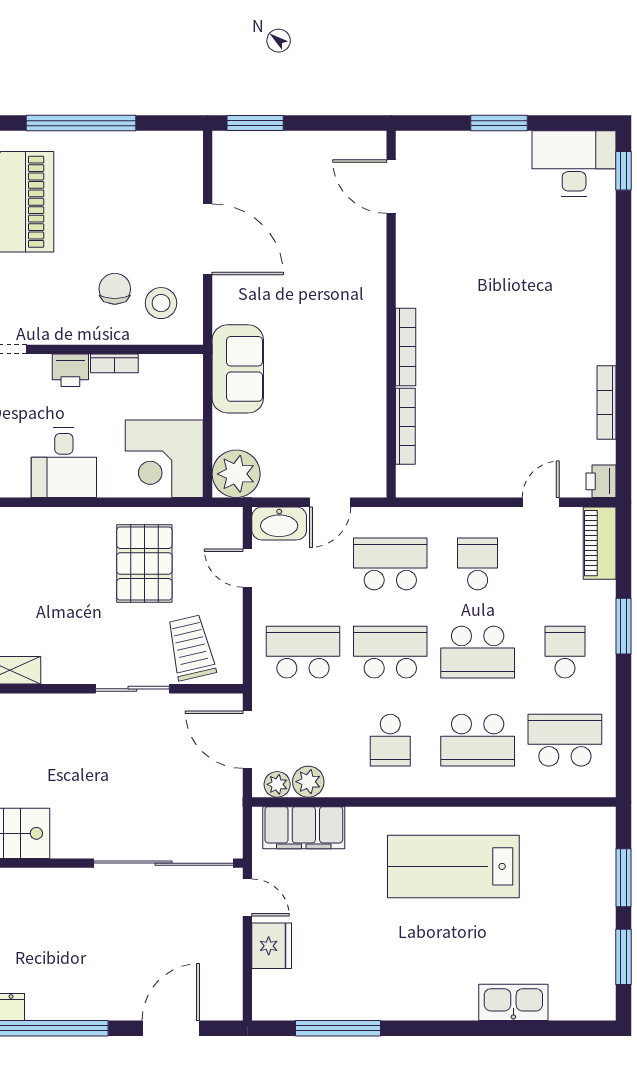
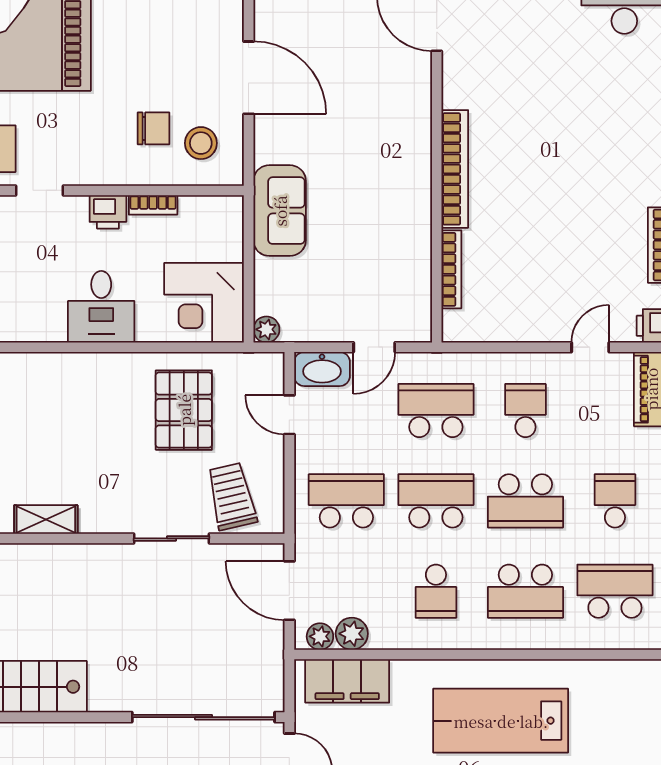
chair: (115, 289) -> (153, 128), turned 90
bookcase: (406, 347) -> (455, 169), width x1.48, depth x1.31
plant: (236, 474) -> (266, 329), width x0.53, depth x0.53

